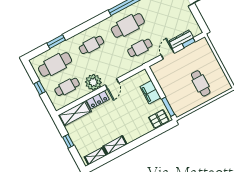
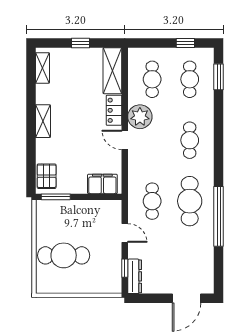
dresser: (181, 39) -> (135, 276), moved
window: (56, 42) -> (219, 77), moved
cafe table: (55, 64) -> (190, 79), width x0.73, depth x0.74
cafe table: (201, 83) -> (64, 255), width x1.37, depth x1.35
window: (40, 88) -> (185, 43), moved
filing cabinet: (150, 92) -> (102, 184), moved
shelving: (115, 145) -> (43, 121), moved

